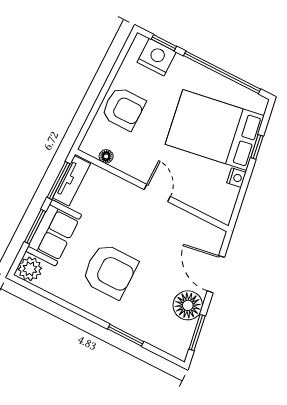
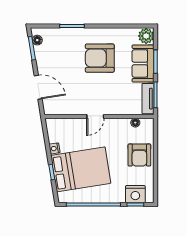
armchair: (123, 109) -> (139, 155), turned -90
door: (157, 193) -> (95, 117), hinge flipped
floor lamp: (188, 305) -> (37, 40), moved, width x0.53, depth x0.53

